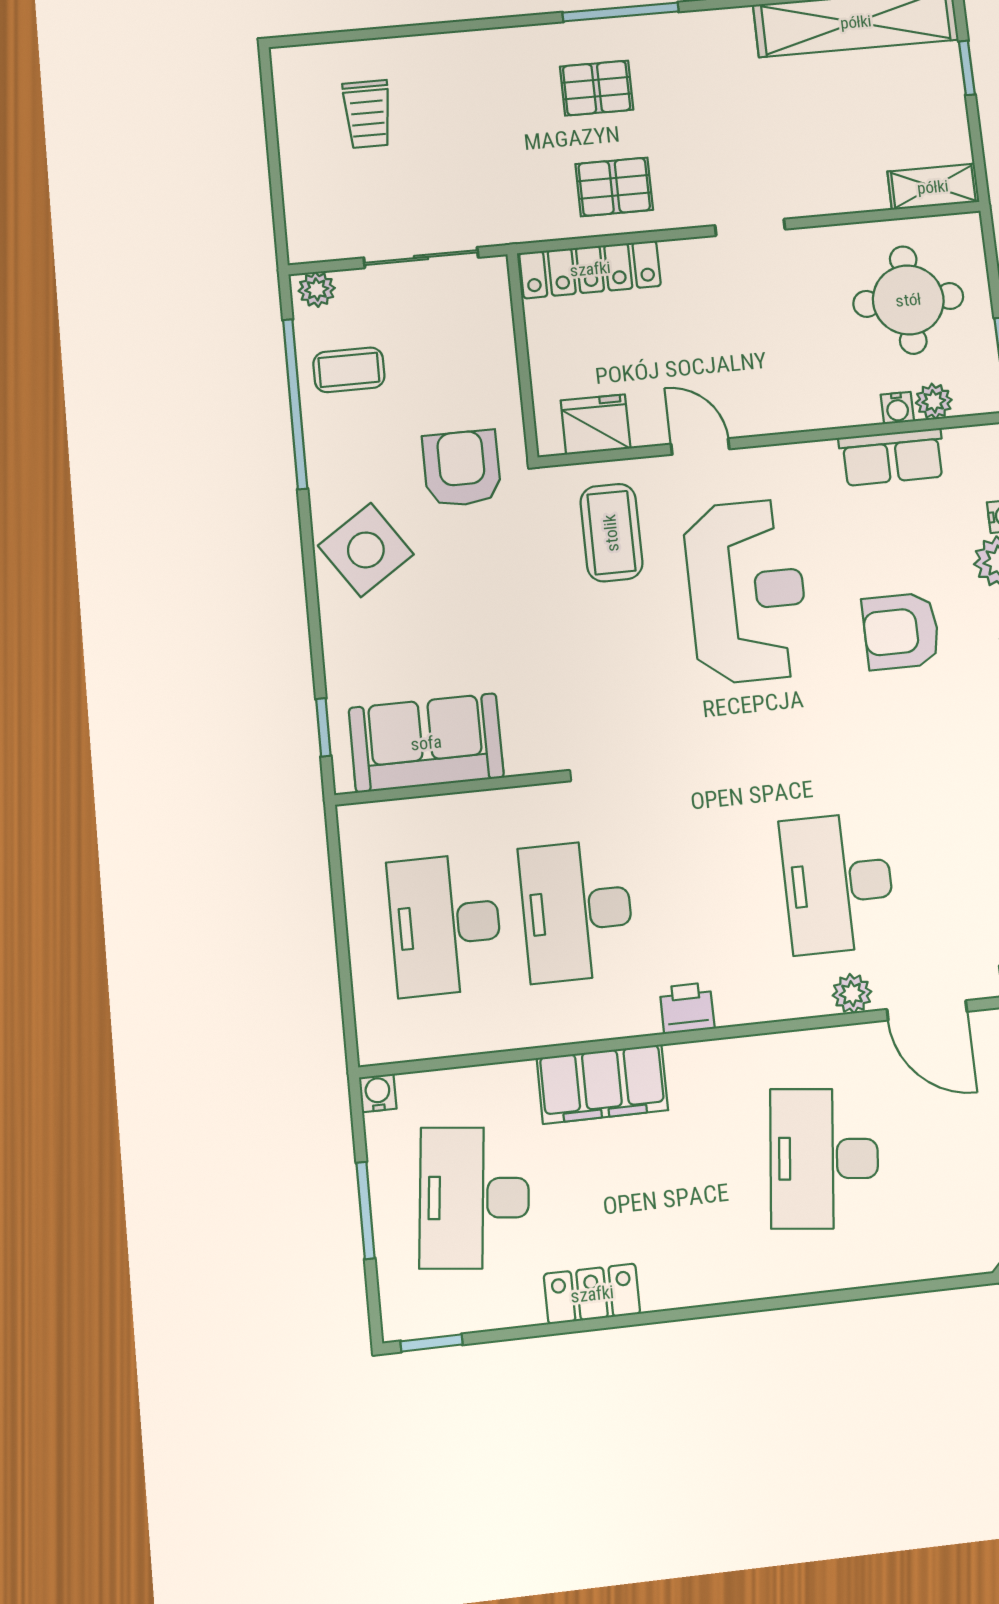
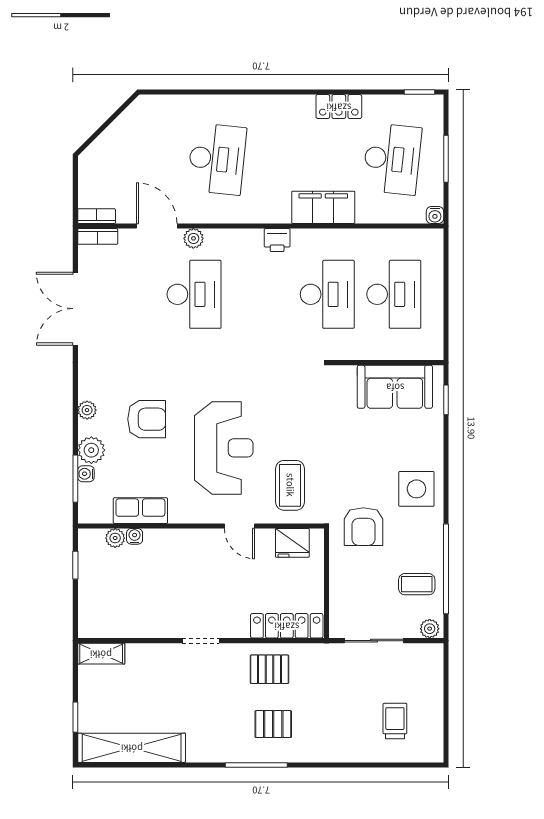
round table: (908, 300) -> (122, 593), removed
side table: (366, 550) -> (416, 489), turned 34
reception desk: (747, 591) -> (224, 448), turned 180

